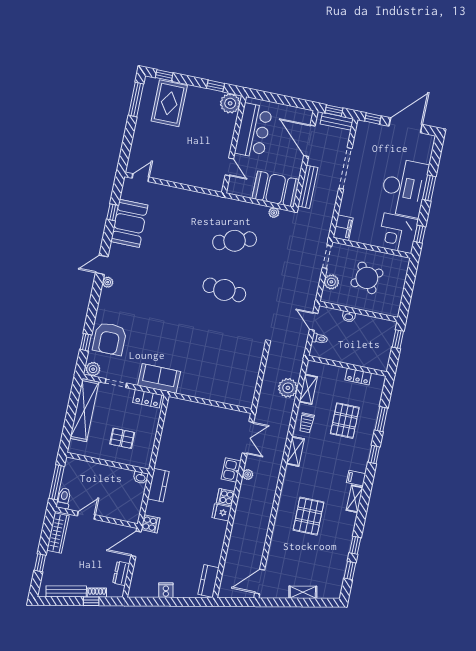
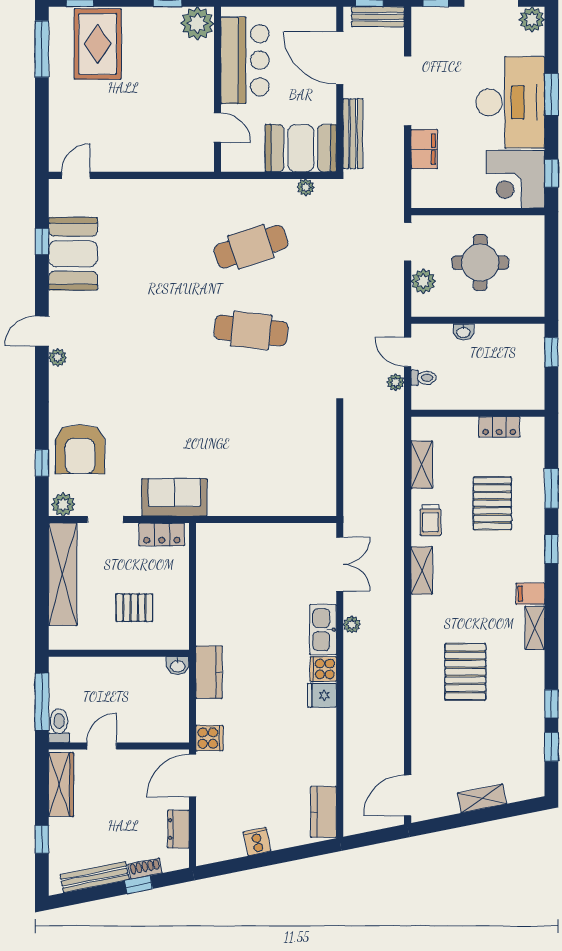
plant: (427, 142) -> (532, 19), added
filing cabinet: (343, 228) -> (424, 149), moved
round table: (367, 278) -> (480, 263), turned 34
plant: (288, 388) -> (396, 382), moved, width x0.53, depth x0.53
kitchen sink: (231, 470) -> (323, 630), width x1.38

